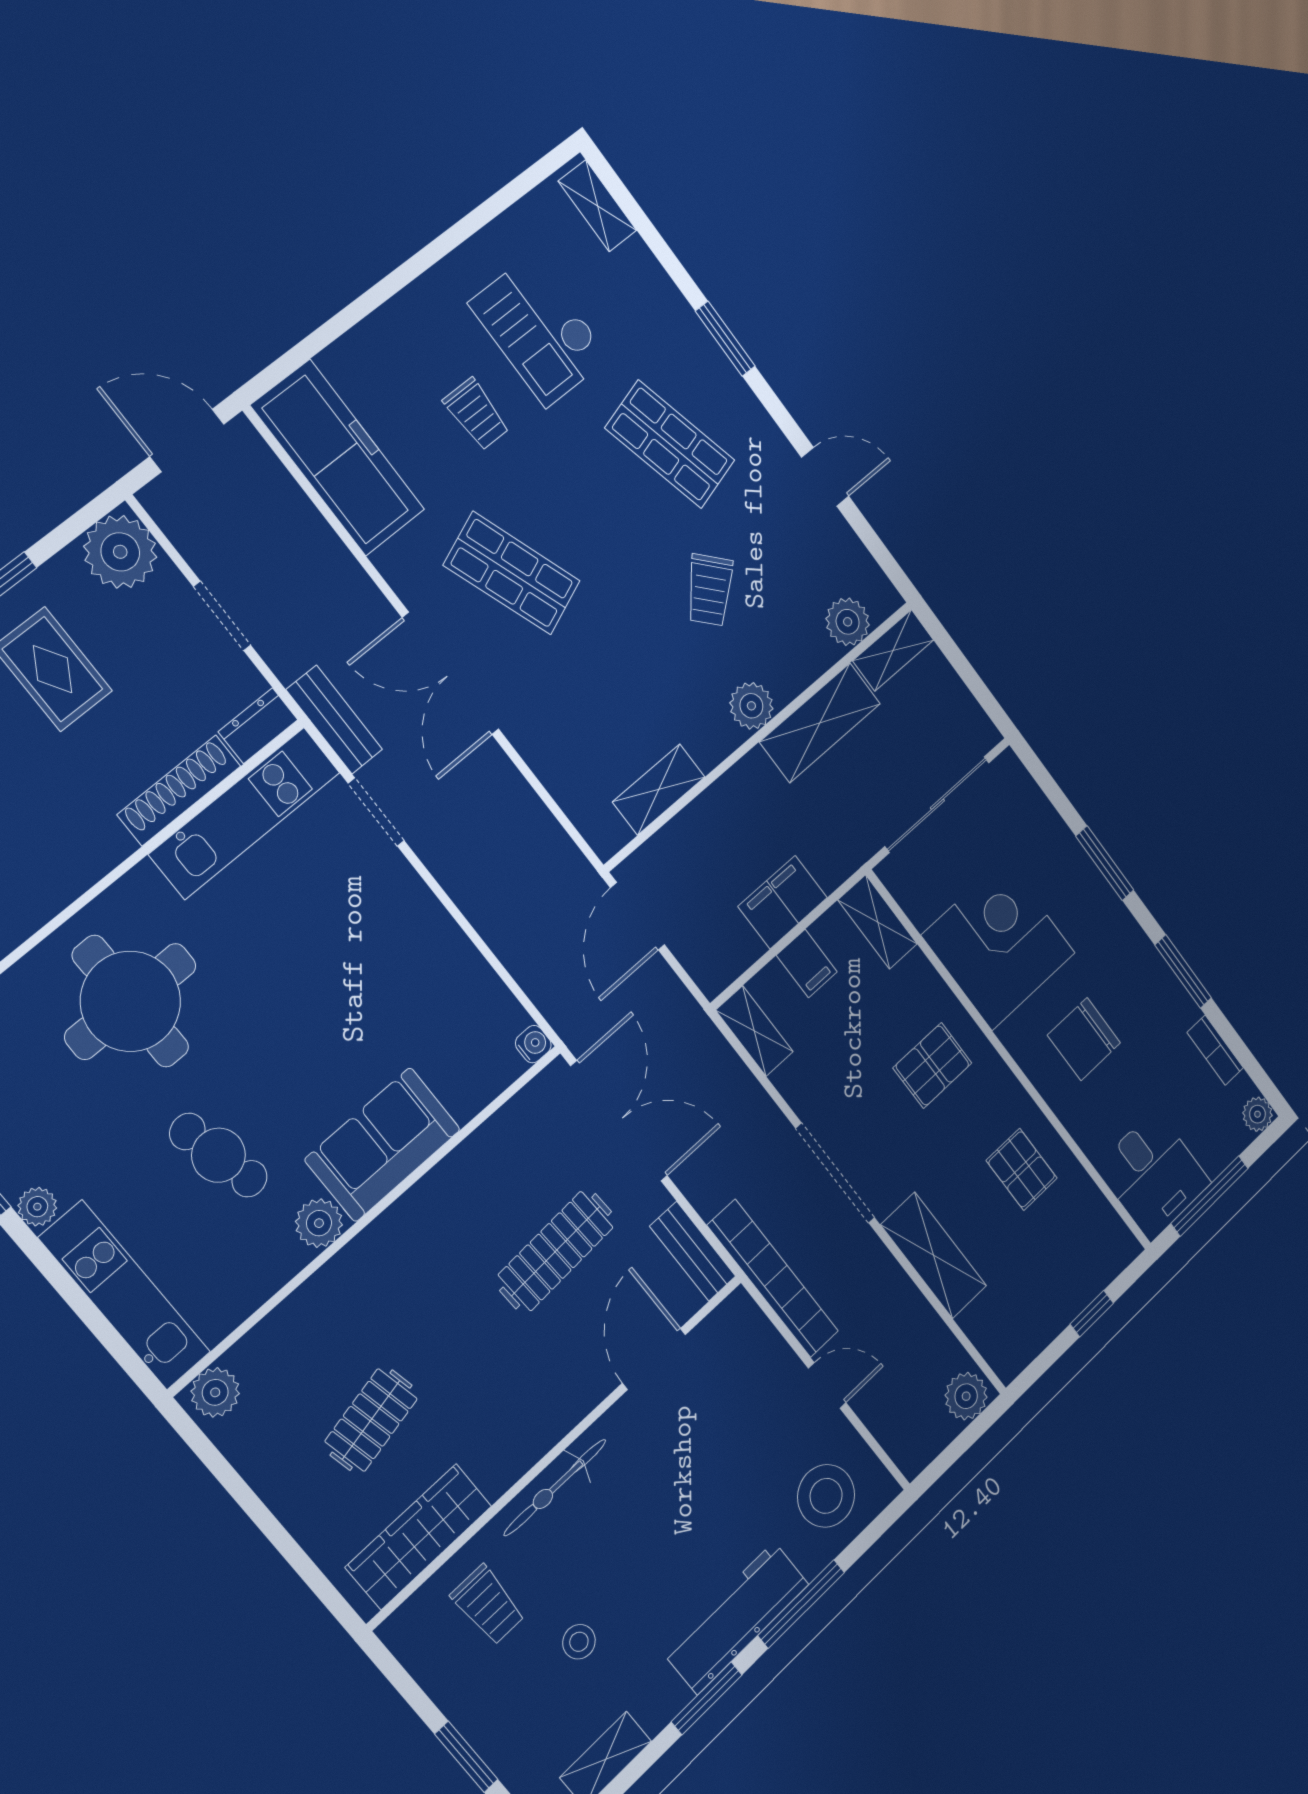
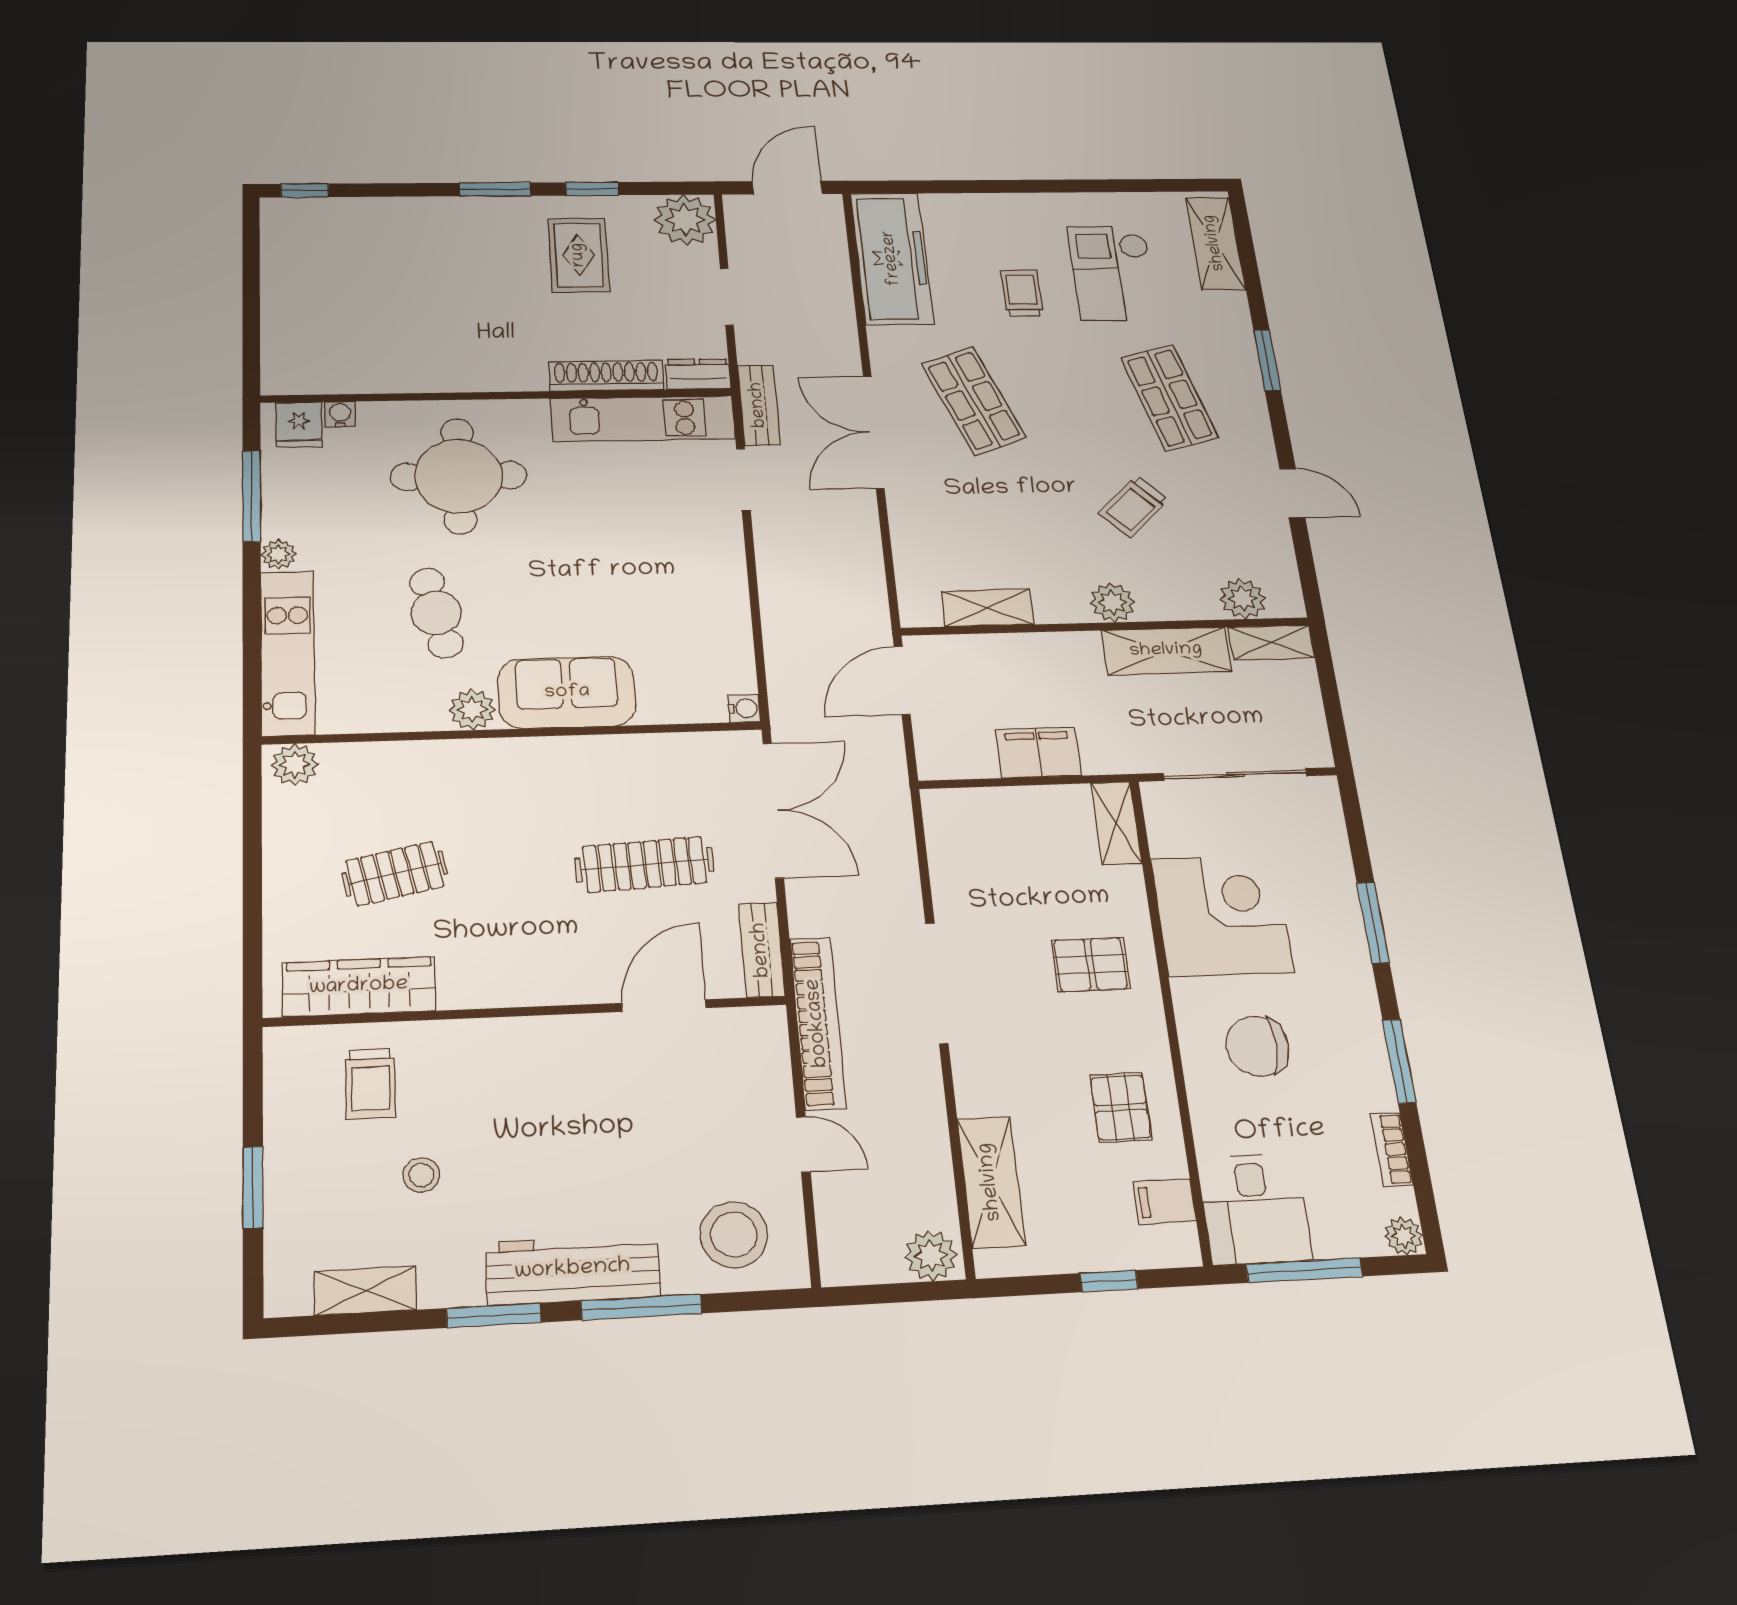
shelving: (597, 206) -> (1215, 243), width x1.50, depth x1.33
trolley: (476, 414) -> (1022, 293), turned 180
door: (187, 440) -> (787, 188), hinge flipped
filing cabinet: (807, 964) -> (1165, 1201), moved, turned 90
shelving: (754, 1031) -> (943, 827), removed
shelving: (934, 1255) -> (991, 1182), moved
bicycle: (555, 1487) -> (500, 1038), removed

